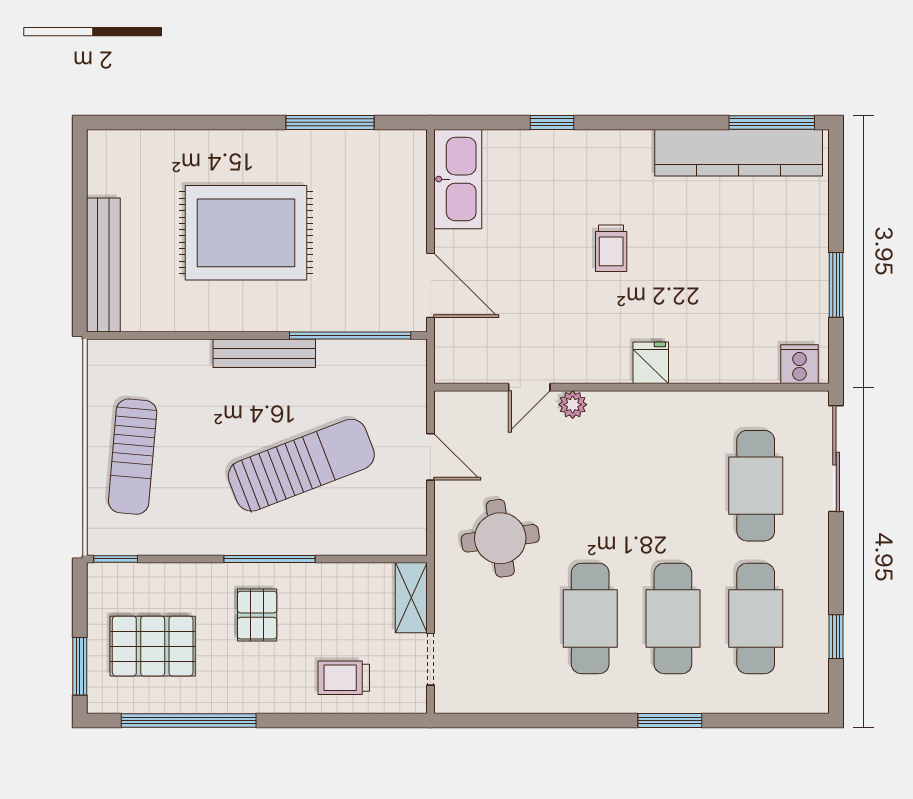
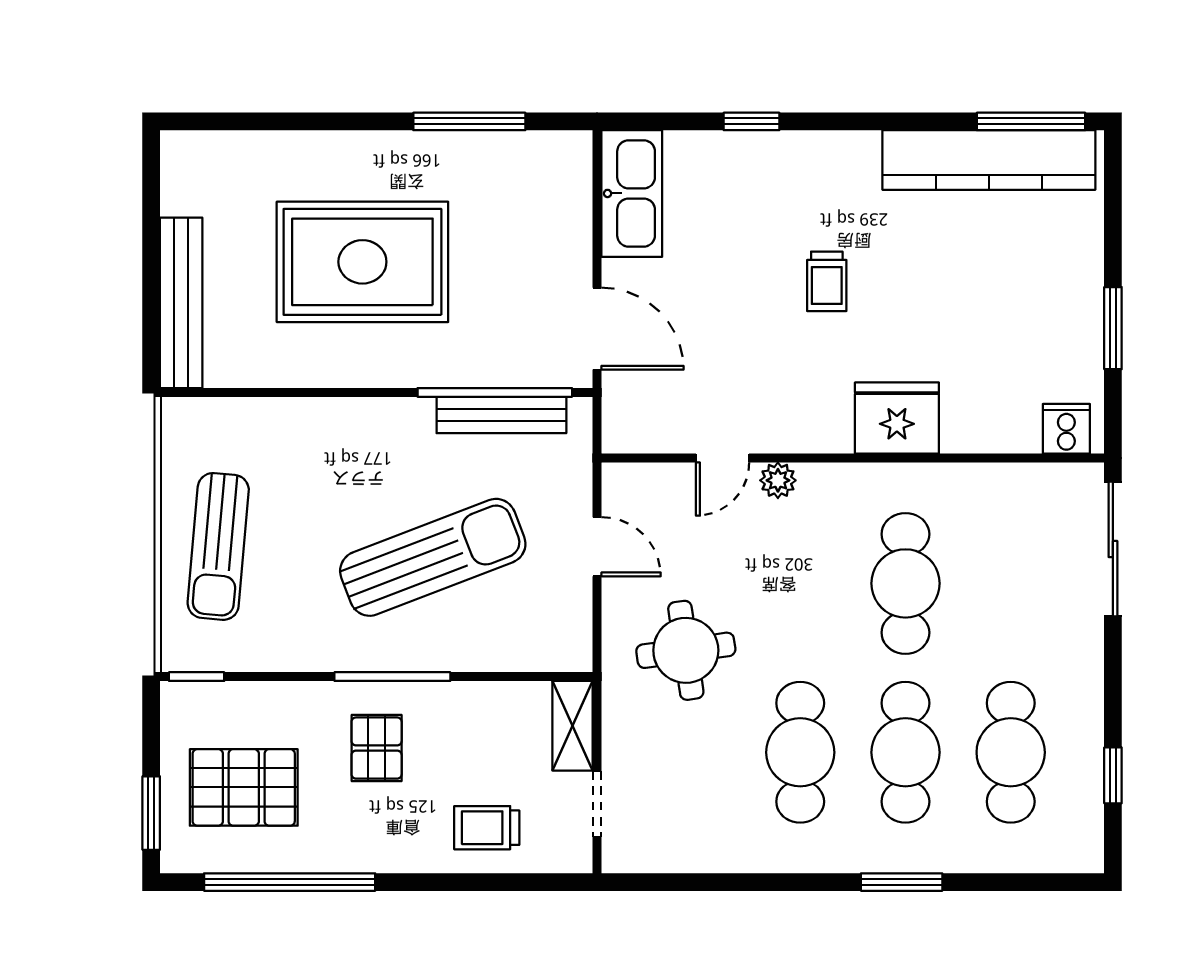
bench: (264, 353) -> (501, 415), moved
fridge: (651, 363) -> (897, 418), width x1.88, depth x1.34
cafe table: (756, 486) -> (905, 583), moved

